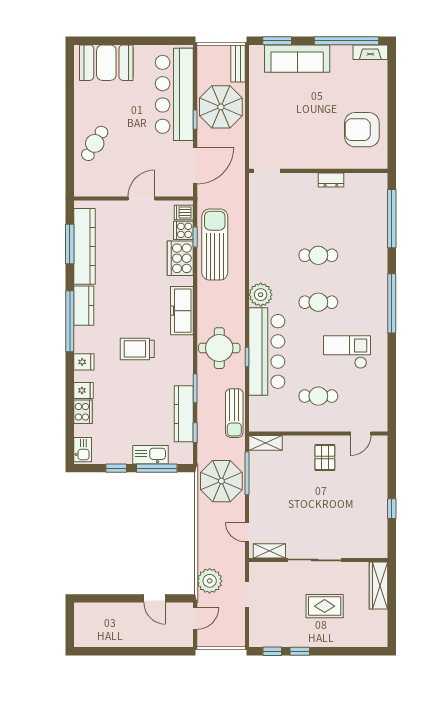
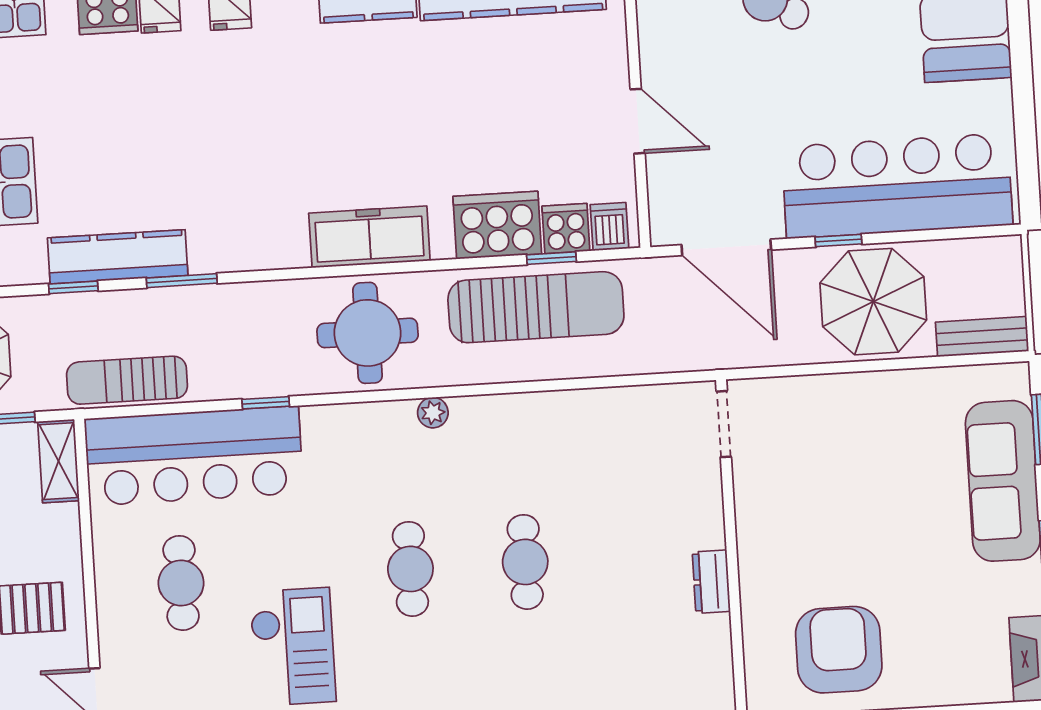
plant: (261, 295) -> (433, 413), width x0.53, depth x0.53
round table: (219, 348) -> (368, 333), moved
trolley: (137, 349) -> (269, 133), removed
bar counter: (267, 351) -> (194, 456), moved

